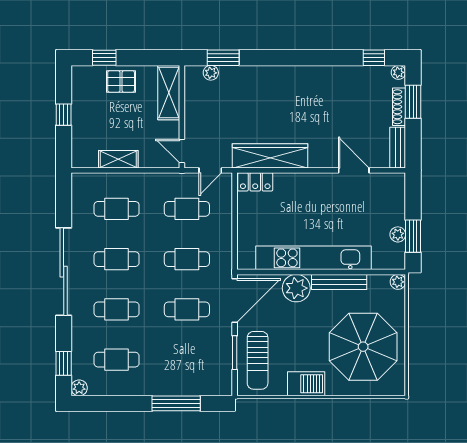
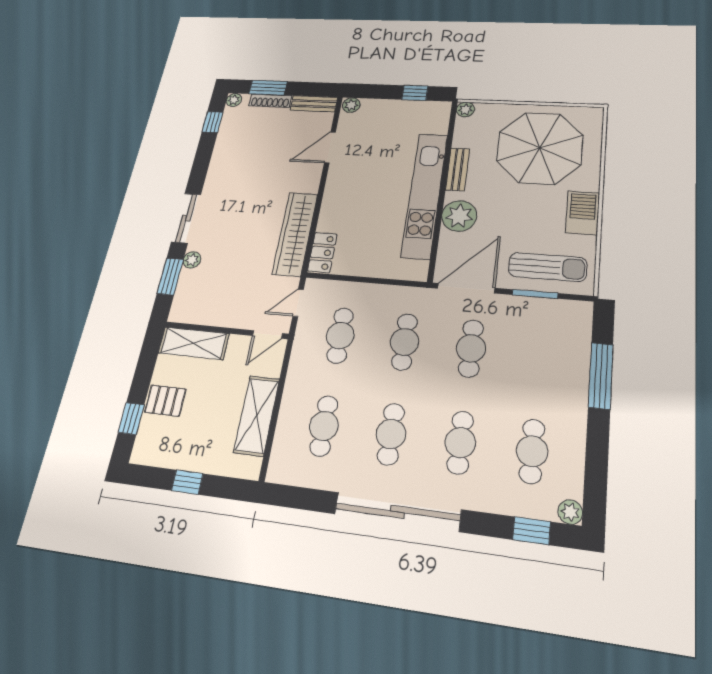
sliding door: (277, 58) -> (186, 218), added
plant: (211, 73) -> (192, 260), moved
pallet: (121, 81) -> (165, 401), turned 90
shelving: (118, 159) -> (257, 415), width x1.50, depth x1.33
door: (210, 170) -> (298, 303), swing flipped
plant: (398, 234) -> (351, 105), moved
window: (413, 236) -> (415, 93), width x0.67
bench: (339, 282) -> (458, 169), width x0.73
door: (235, 301) -> (466, 288), hinge flipped

